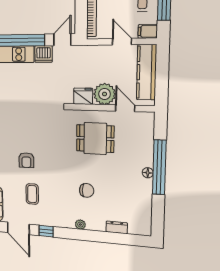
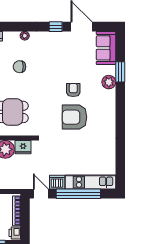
door: (62, 40) -> (41, 194), swing flipped
armchair: (25, 130) -> (74, 117), added
coffee table: (32, 194) -> (68, 60), removed

